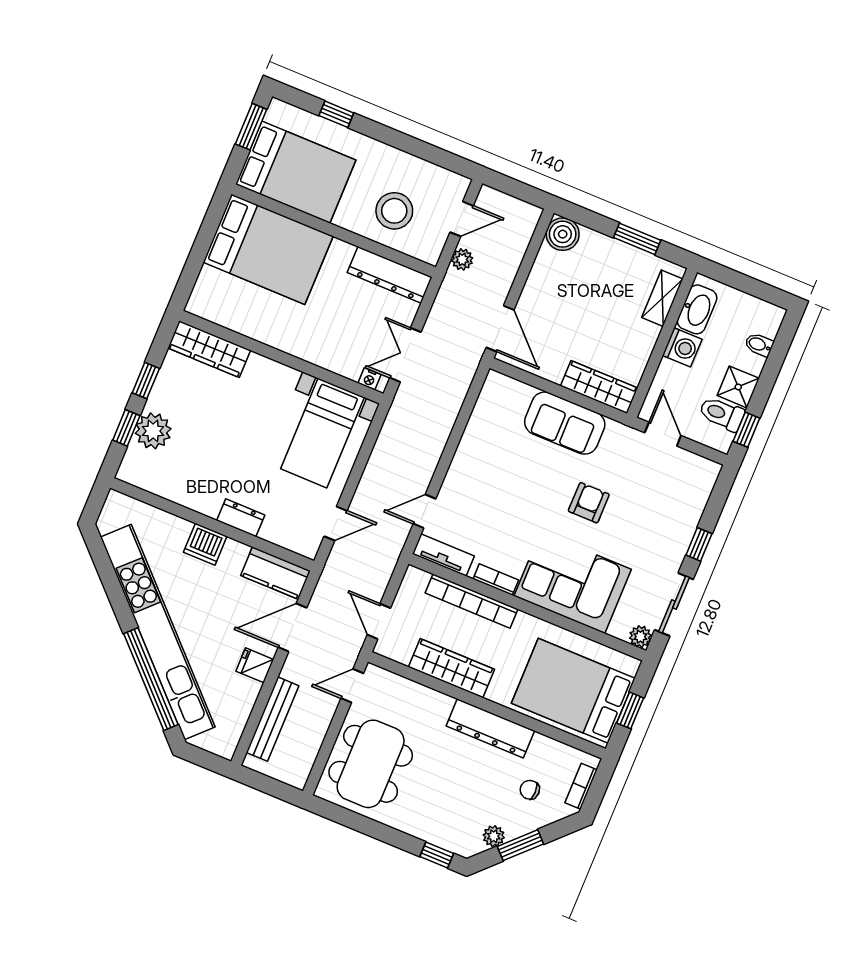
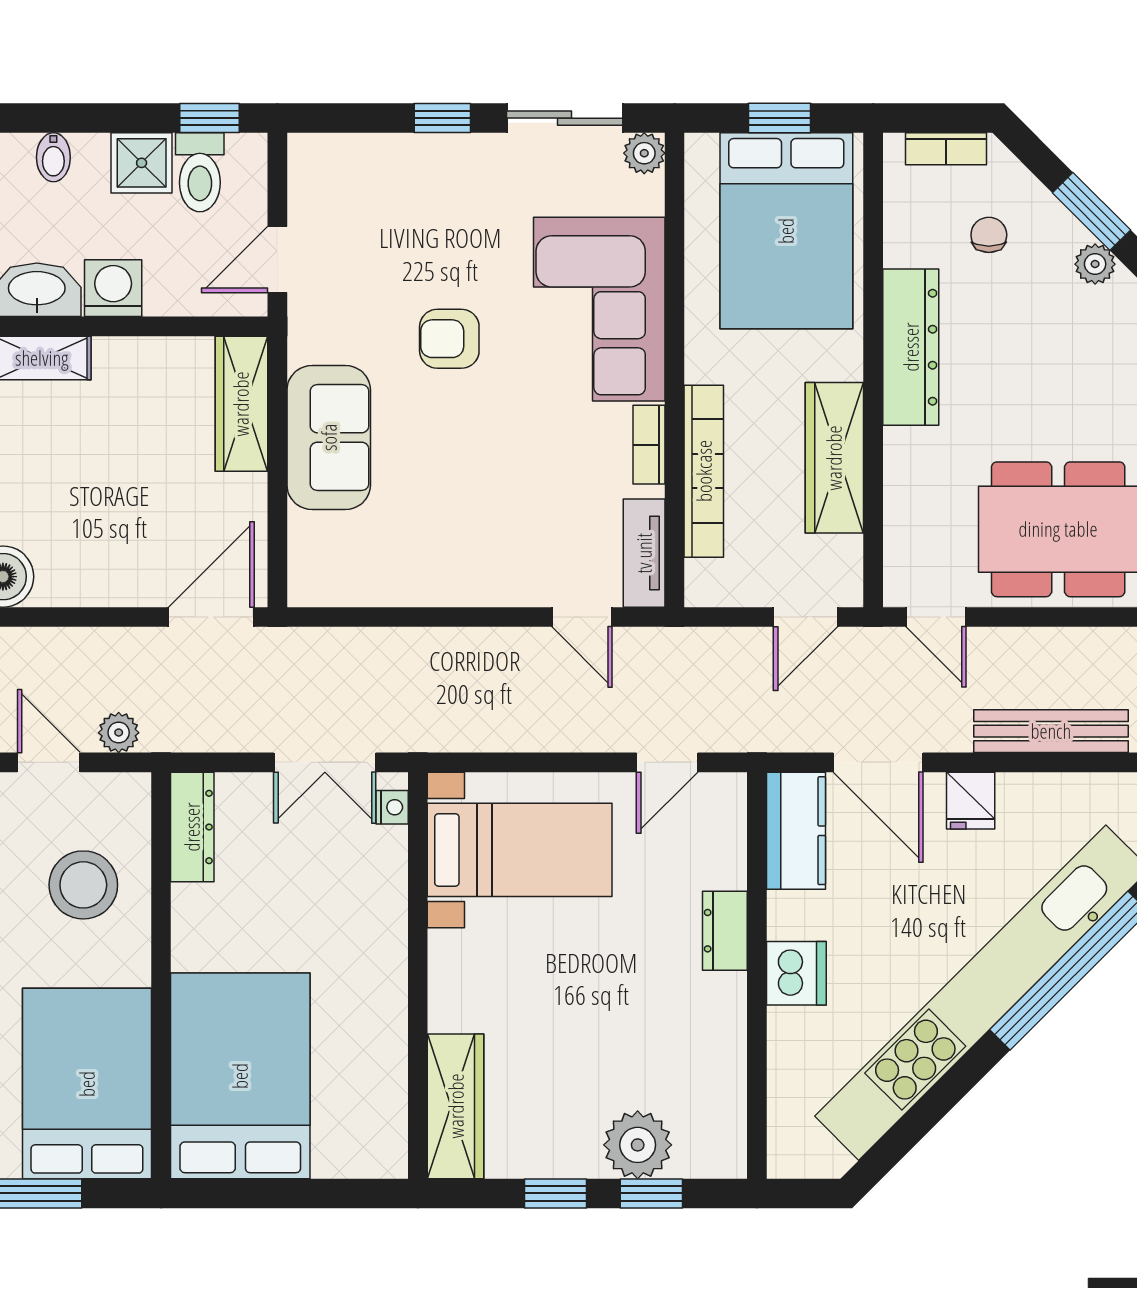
dresser: (390, 275) -> (192, 827), width x0.73, depth x0.80
door: (336, 524) -> (667, 762), swing flipped
chair: (530, 790) -> (989, 235), turned 180

